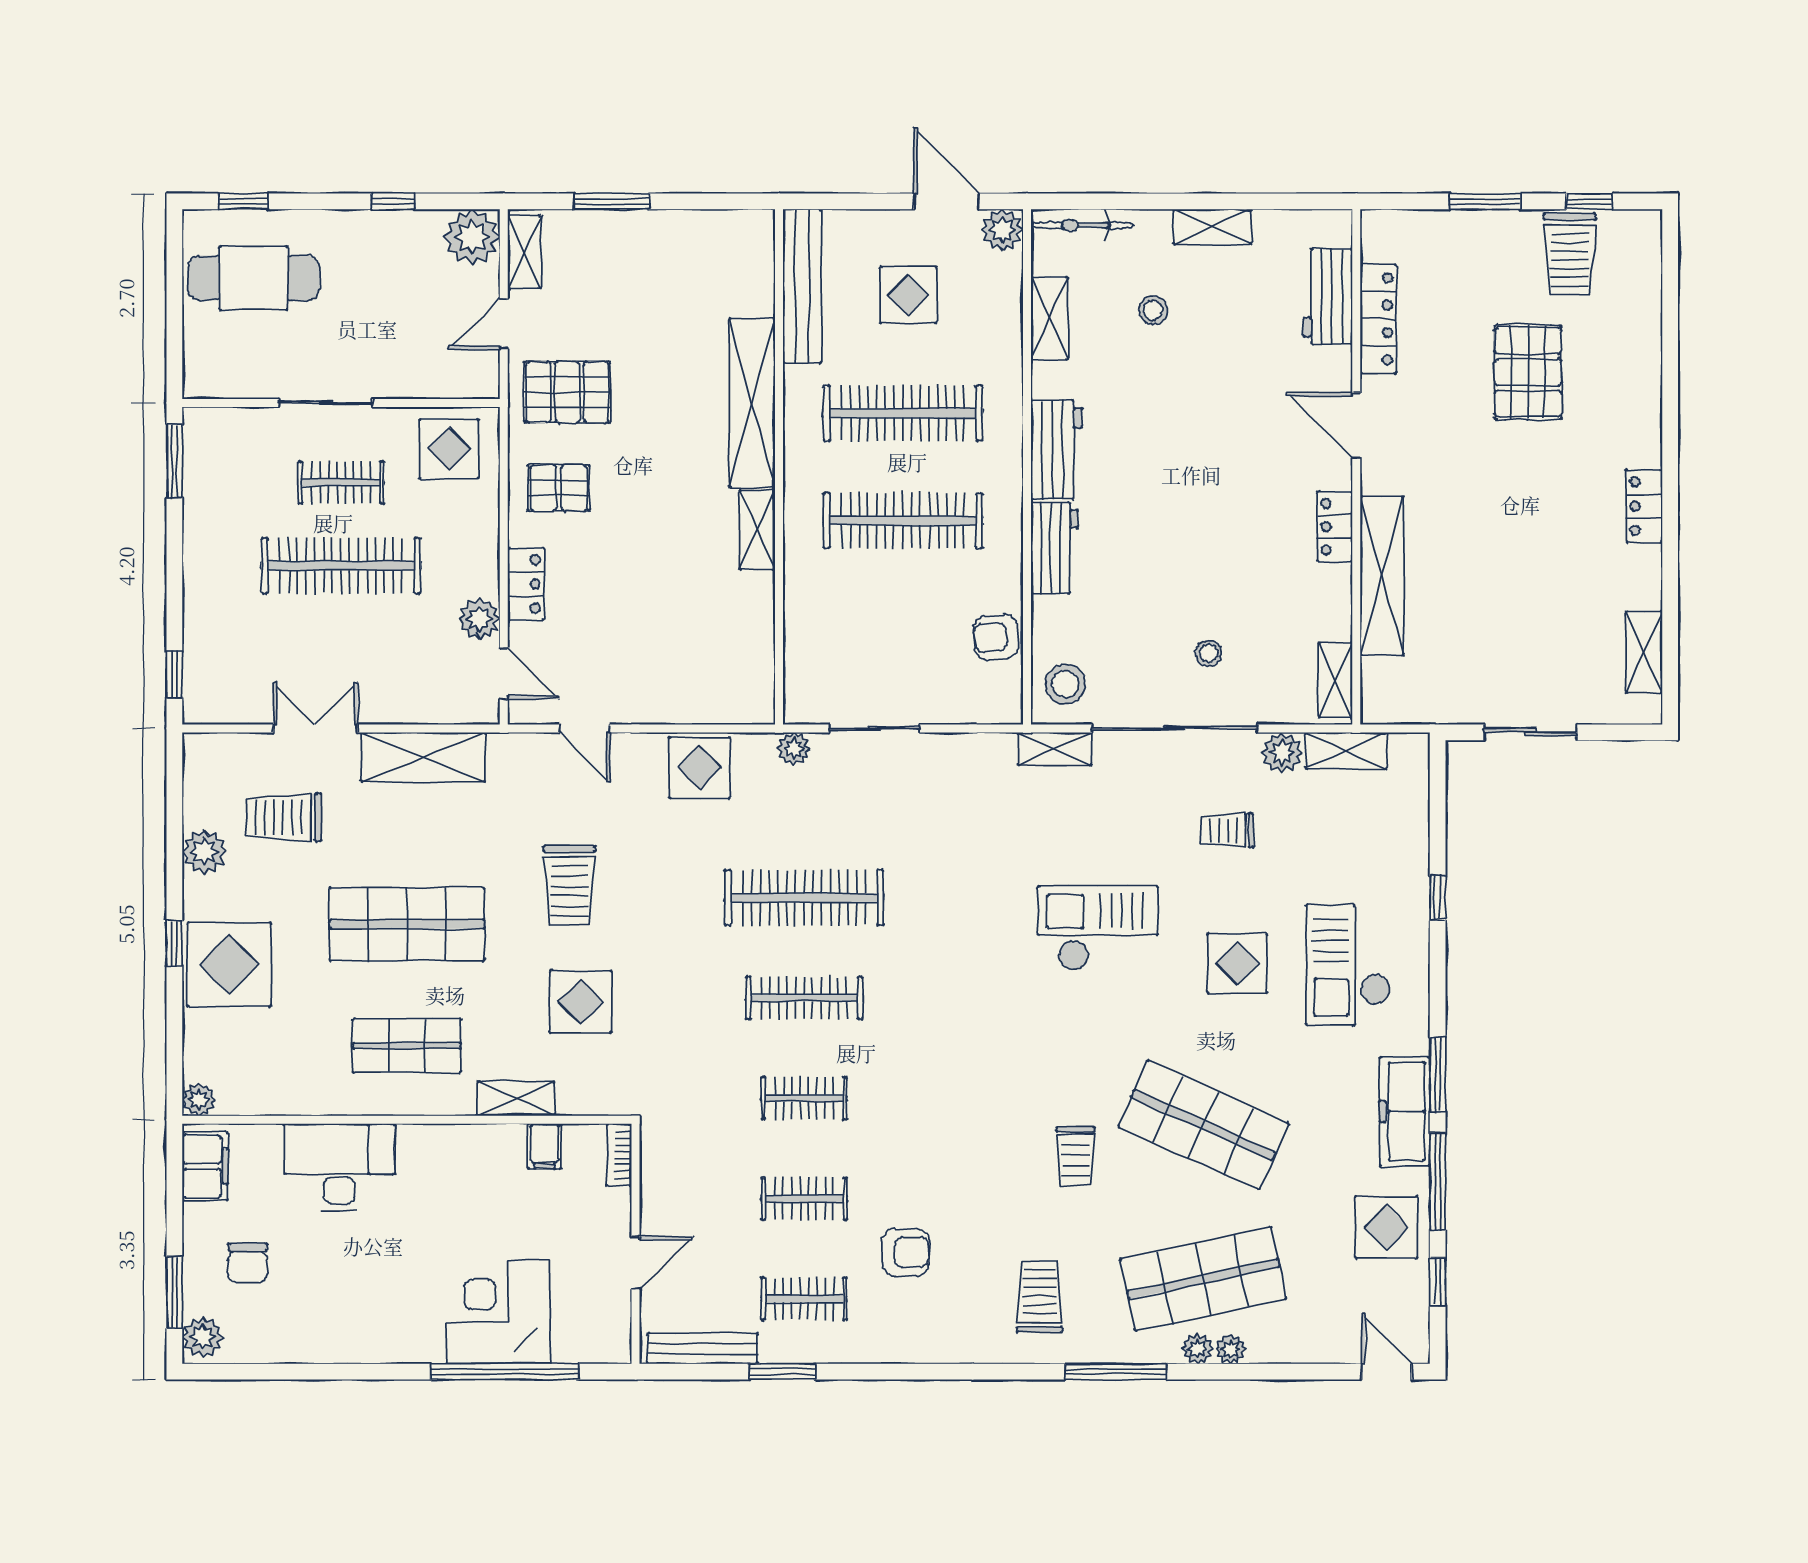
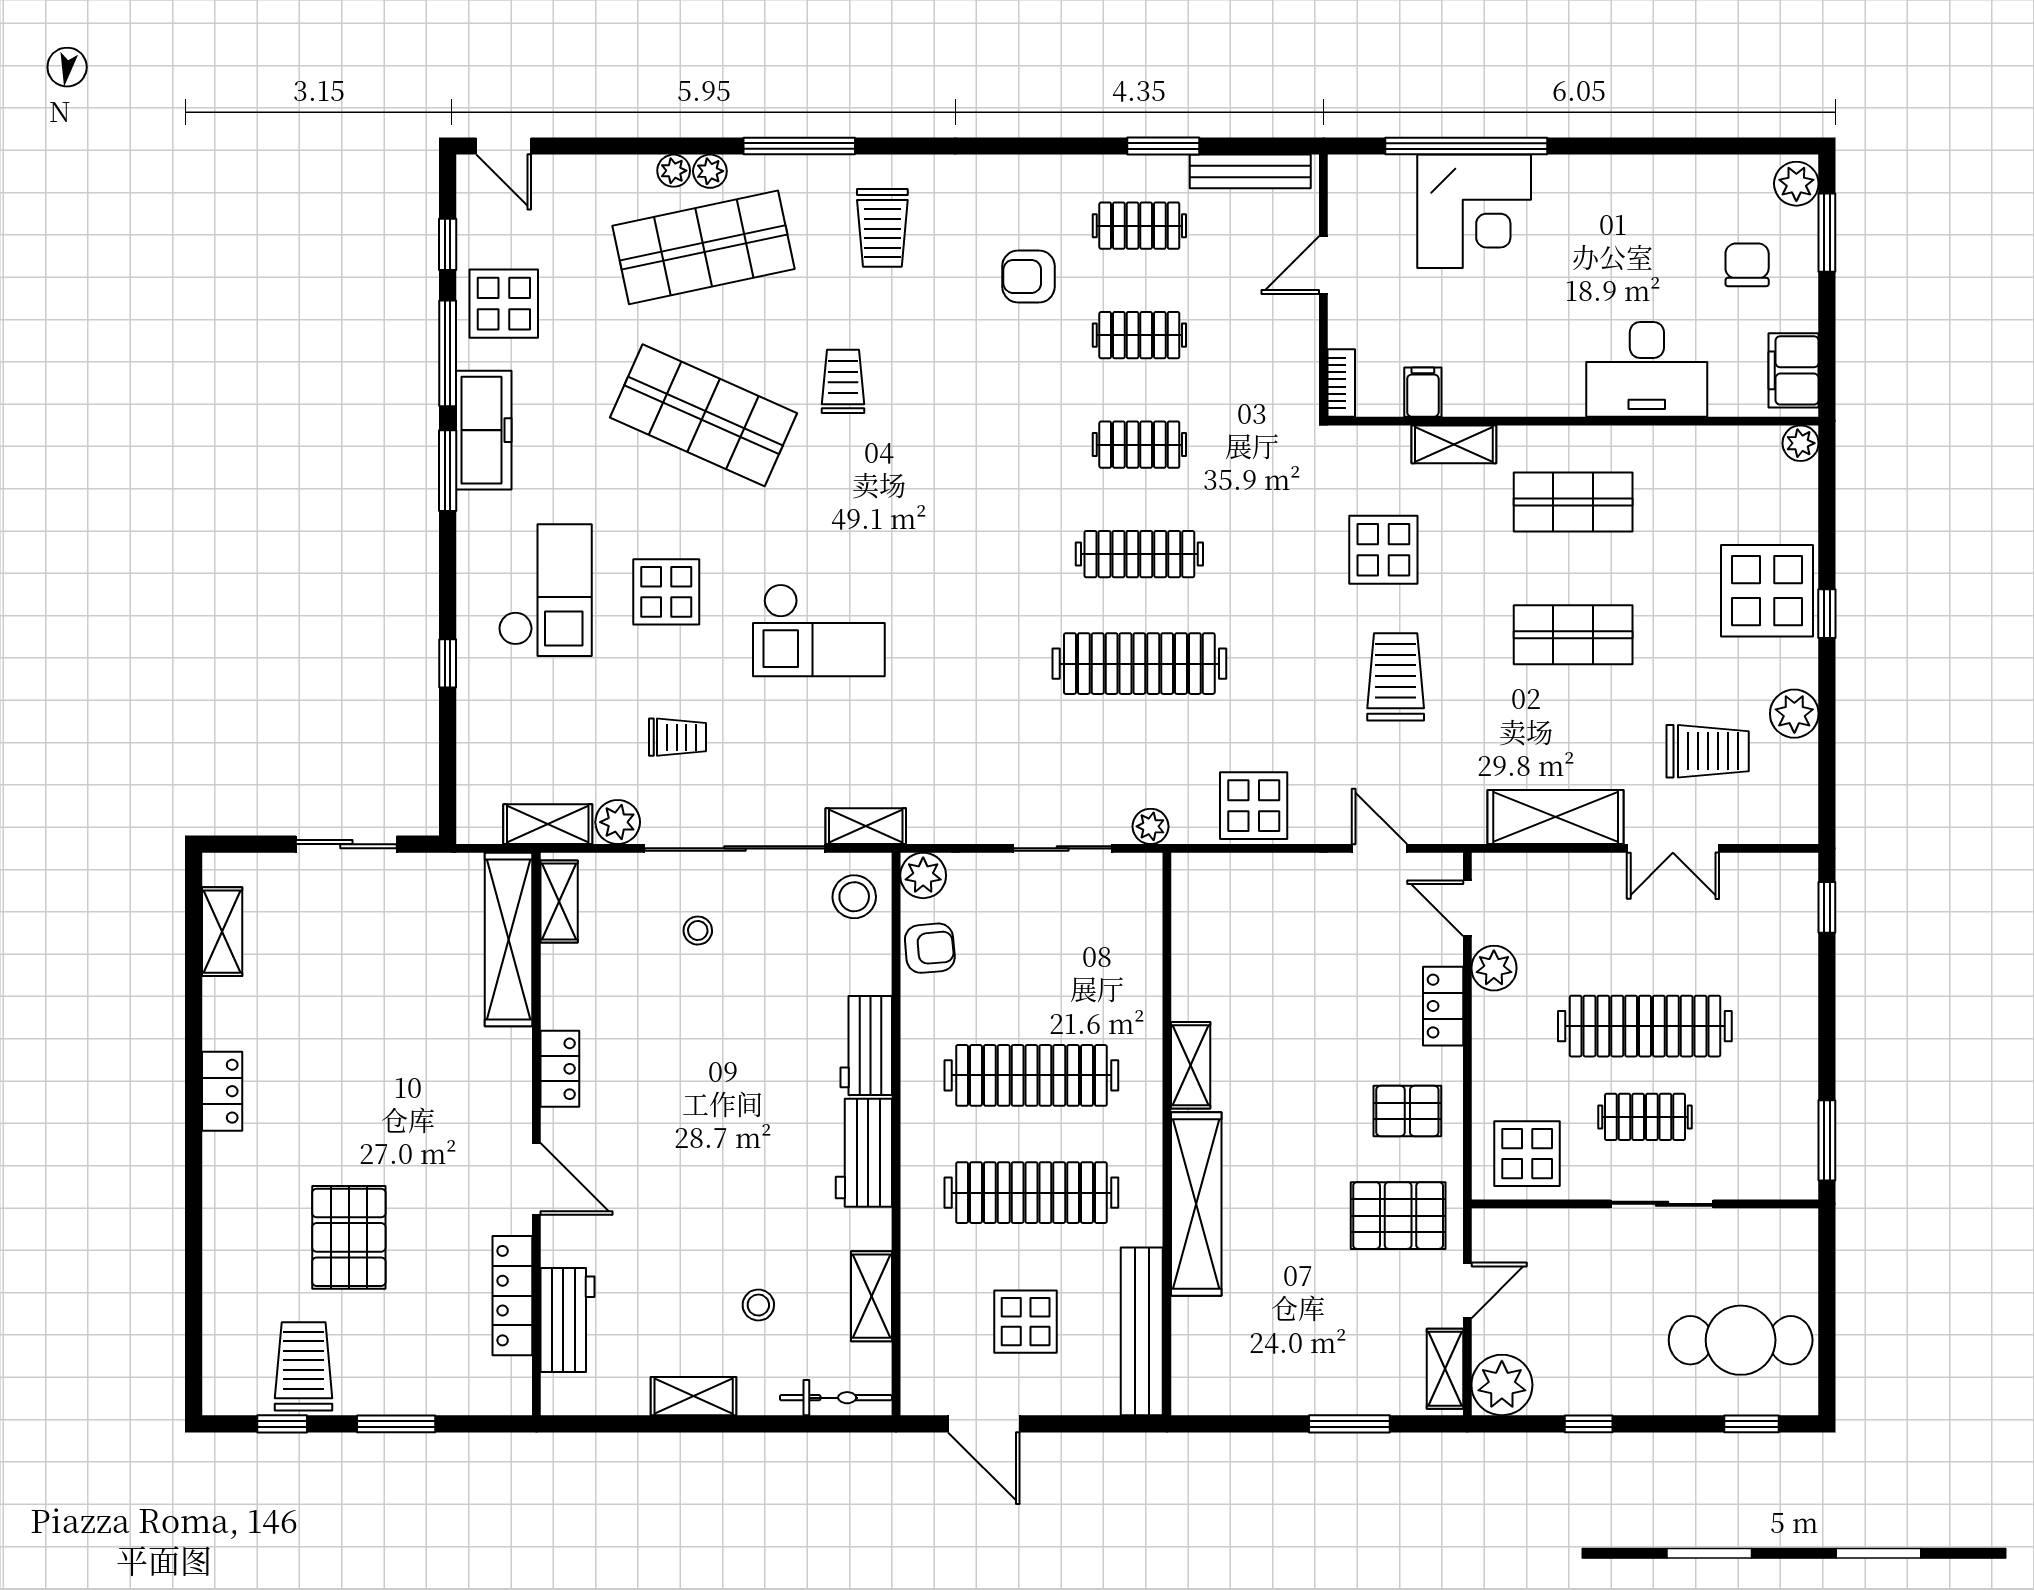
plant: (1002, 230) -> (923, 875), moved
shelving: (1382, 576) -> (509, 939), moved
shop shelf: (407, 924) -> (1573, 635), width x0.70, depth x0.74

